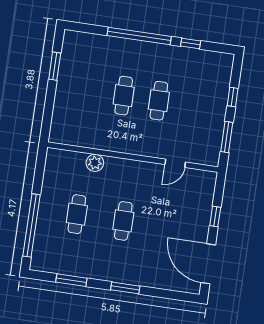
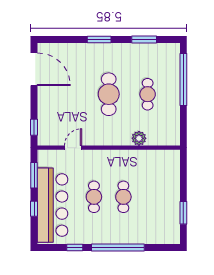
bar counter: (210, 98) -> (53, 205), added
window: (215, 217) -> (34, 127), moved
cafe table: (123, 221) -> (109, 94), width x1.37, depth x1.35

